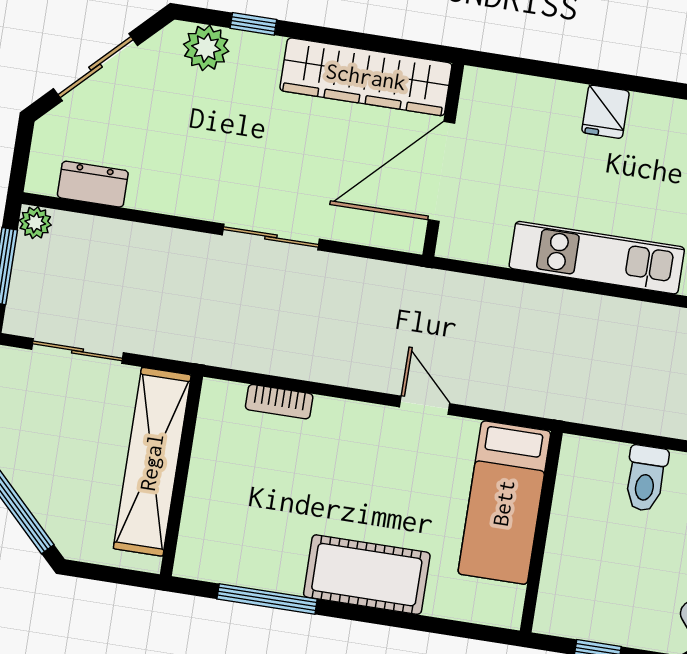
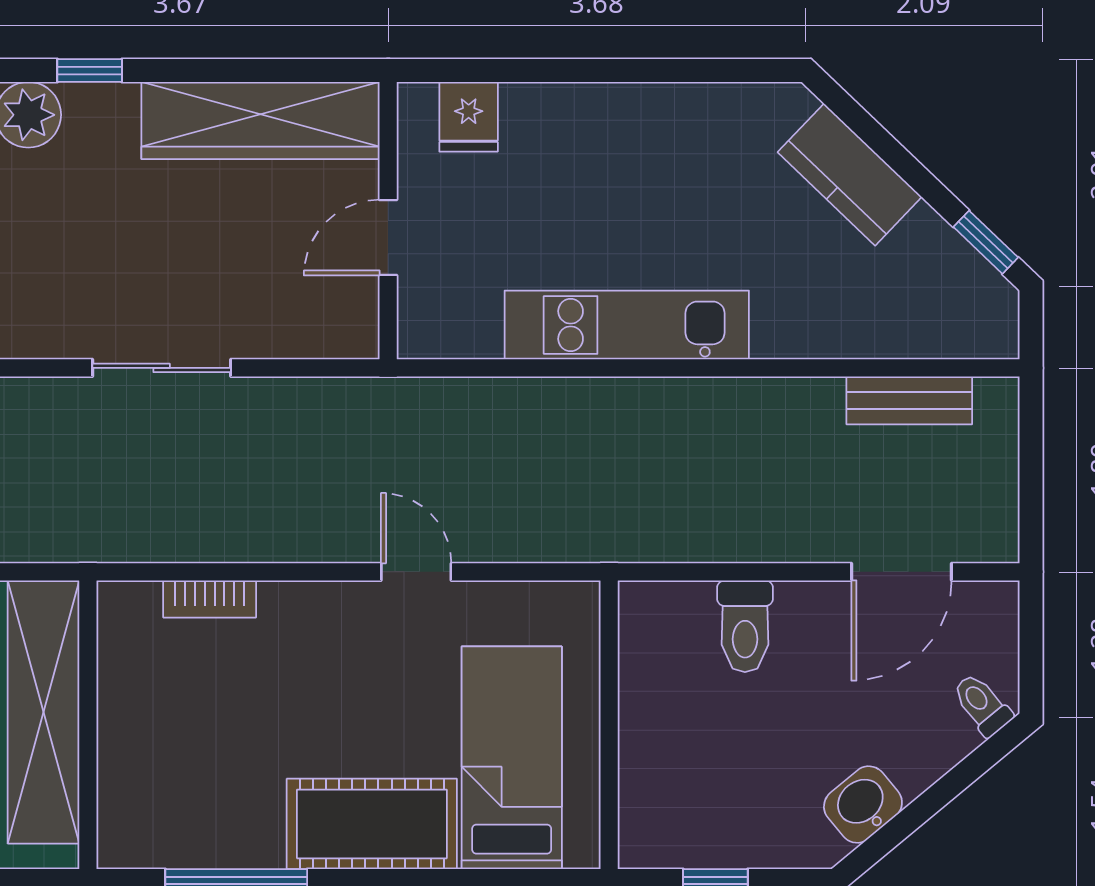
fridge: (606, 112) -> (469, 117), moved
door: (441, 171) -> (388, 238), width x0.53
bed: (504, 503) -> (512, 758), moved, turned 180

